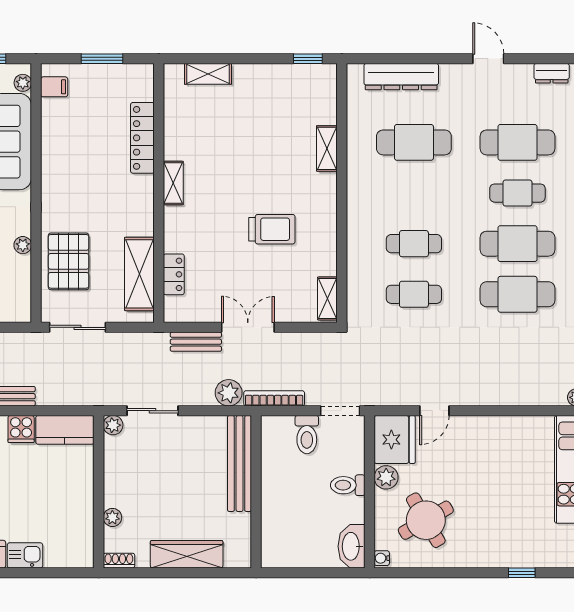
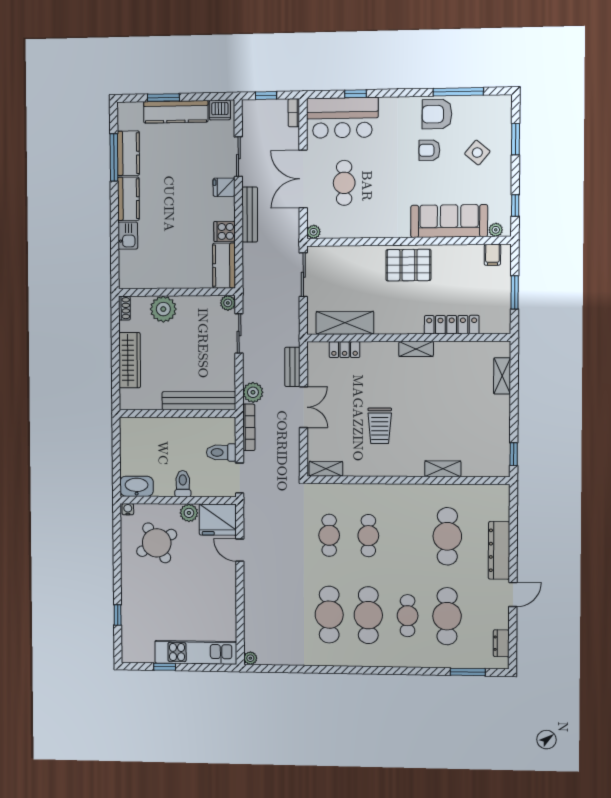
dresser: (401, 77) -> (499, 550), moved
plant: (23, 245) -> (314, 232), moved
pallet: (69, 261) -> (408, 265), moved
plant: (112, 517) -> (163, 309), width x1.88, depth x1.88

